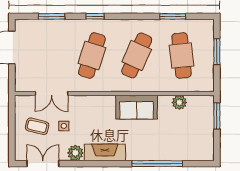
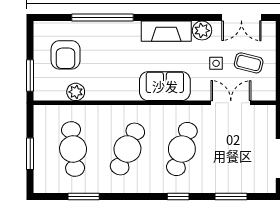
sofa: (137, 107) -> (165, 86), moved
armchair: (188, 133) -> (66, 55), added

